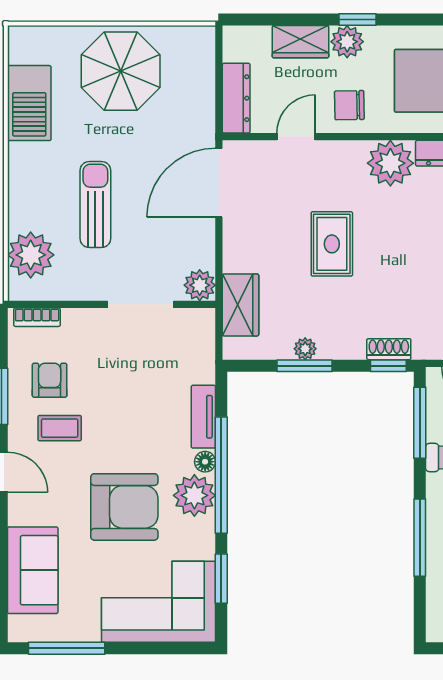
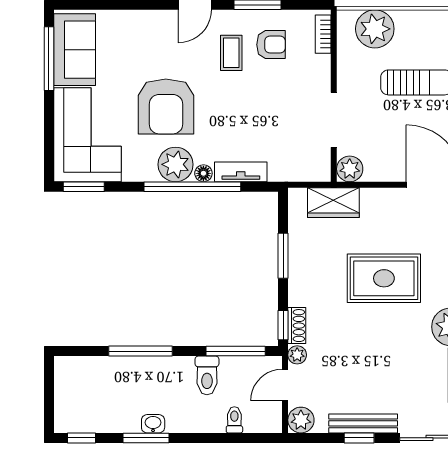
rug: (332, 244) -> (384, 278), width x1.36, depth x1.43
plant: (305, 349) -> (297, 355), moved
sofa: (33, 570) -> (75, 50), moved, turned -90
window: (221, 579) -> (84, 187), moved

